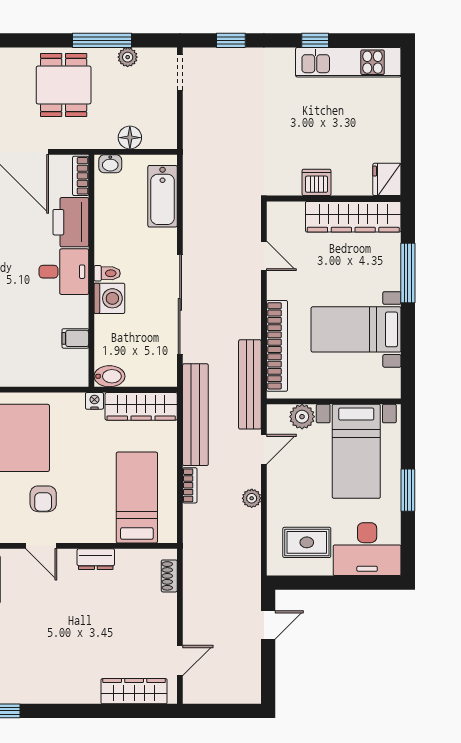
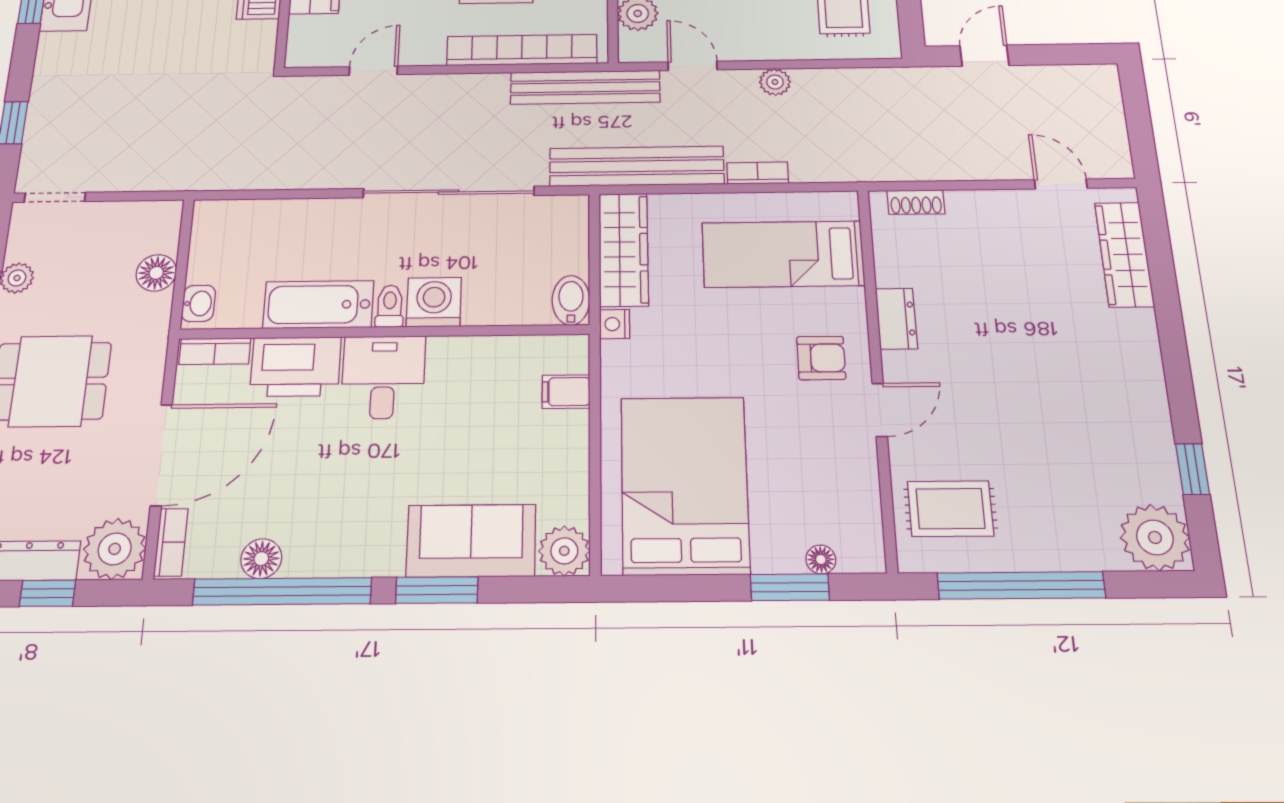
bathtub: (163, 196) -> (318, 305), moved, turned 180
filing cabinet: (75, 338) -> (566, 392), moved, turned 90
armchair: (43, 499) -> (821, 358), moved
door: (268, 625) -> (984, 56), hinge flipped

